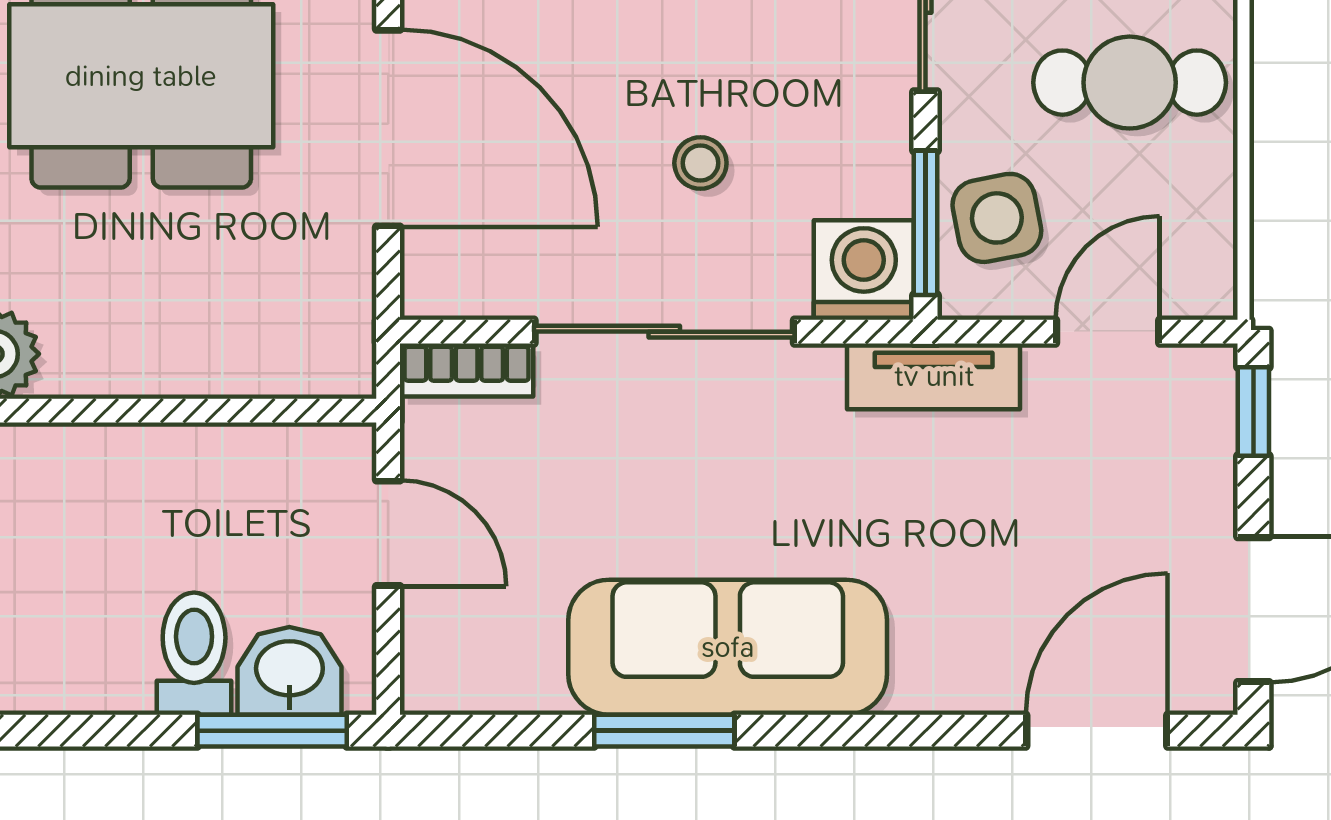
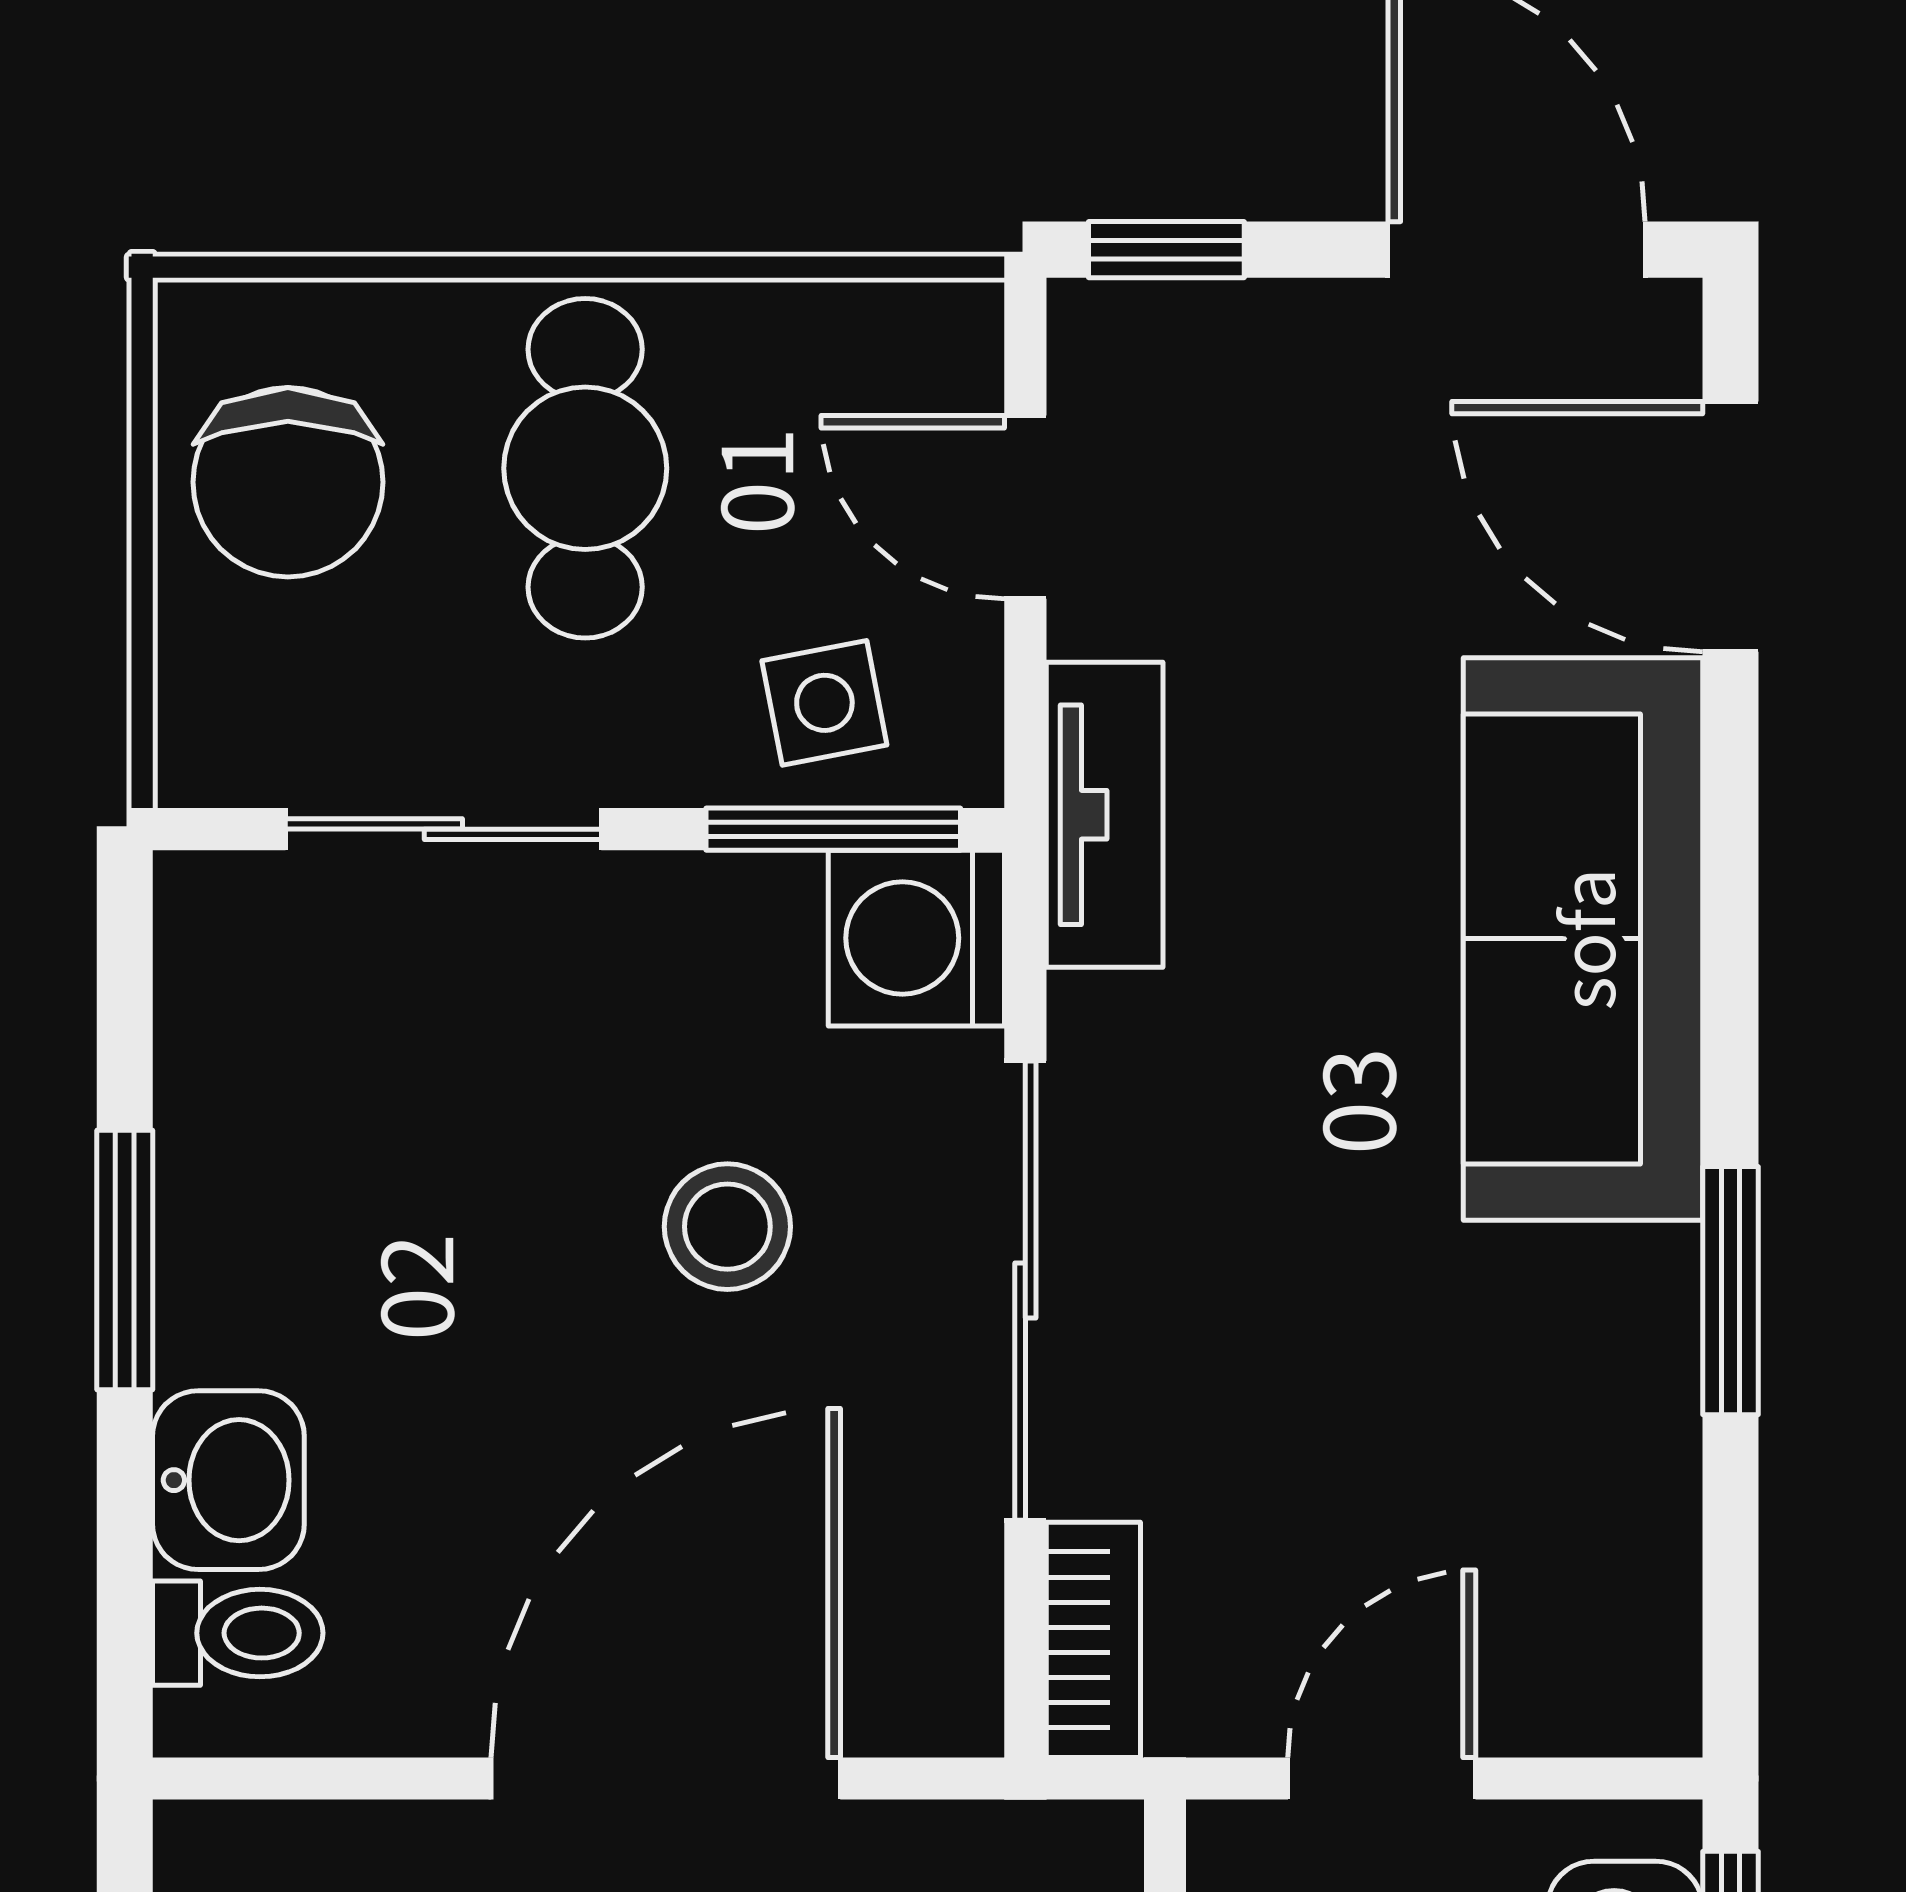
stool: (700, 163) -> (727, 1227), width x1.37, depth x1.37
side table: (997, 218) -> (824, 703), width x0.73, depth x0.73
sofa: (728, 647) -> (1583, 939), moved

